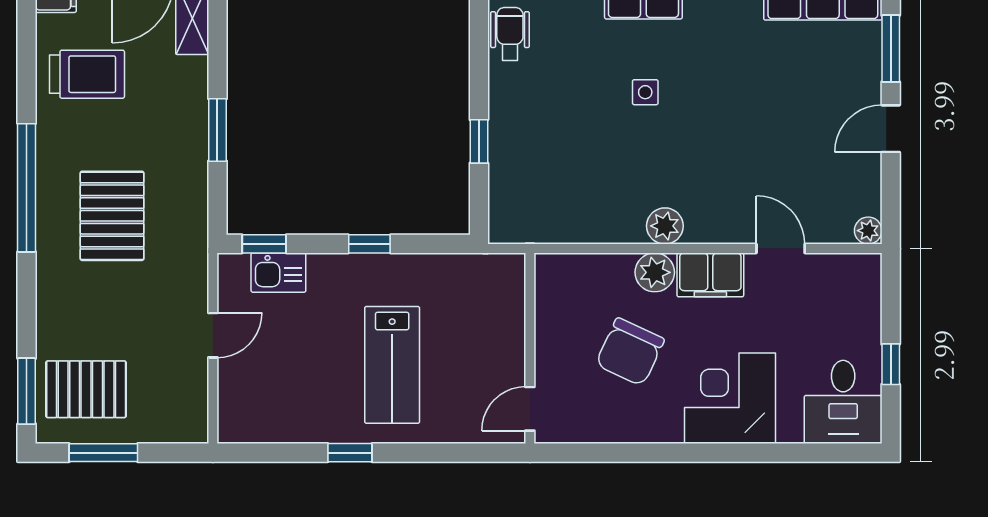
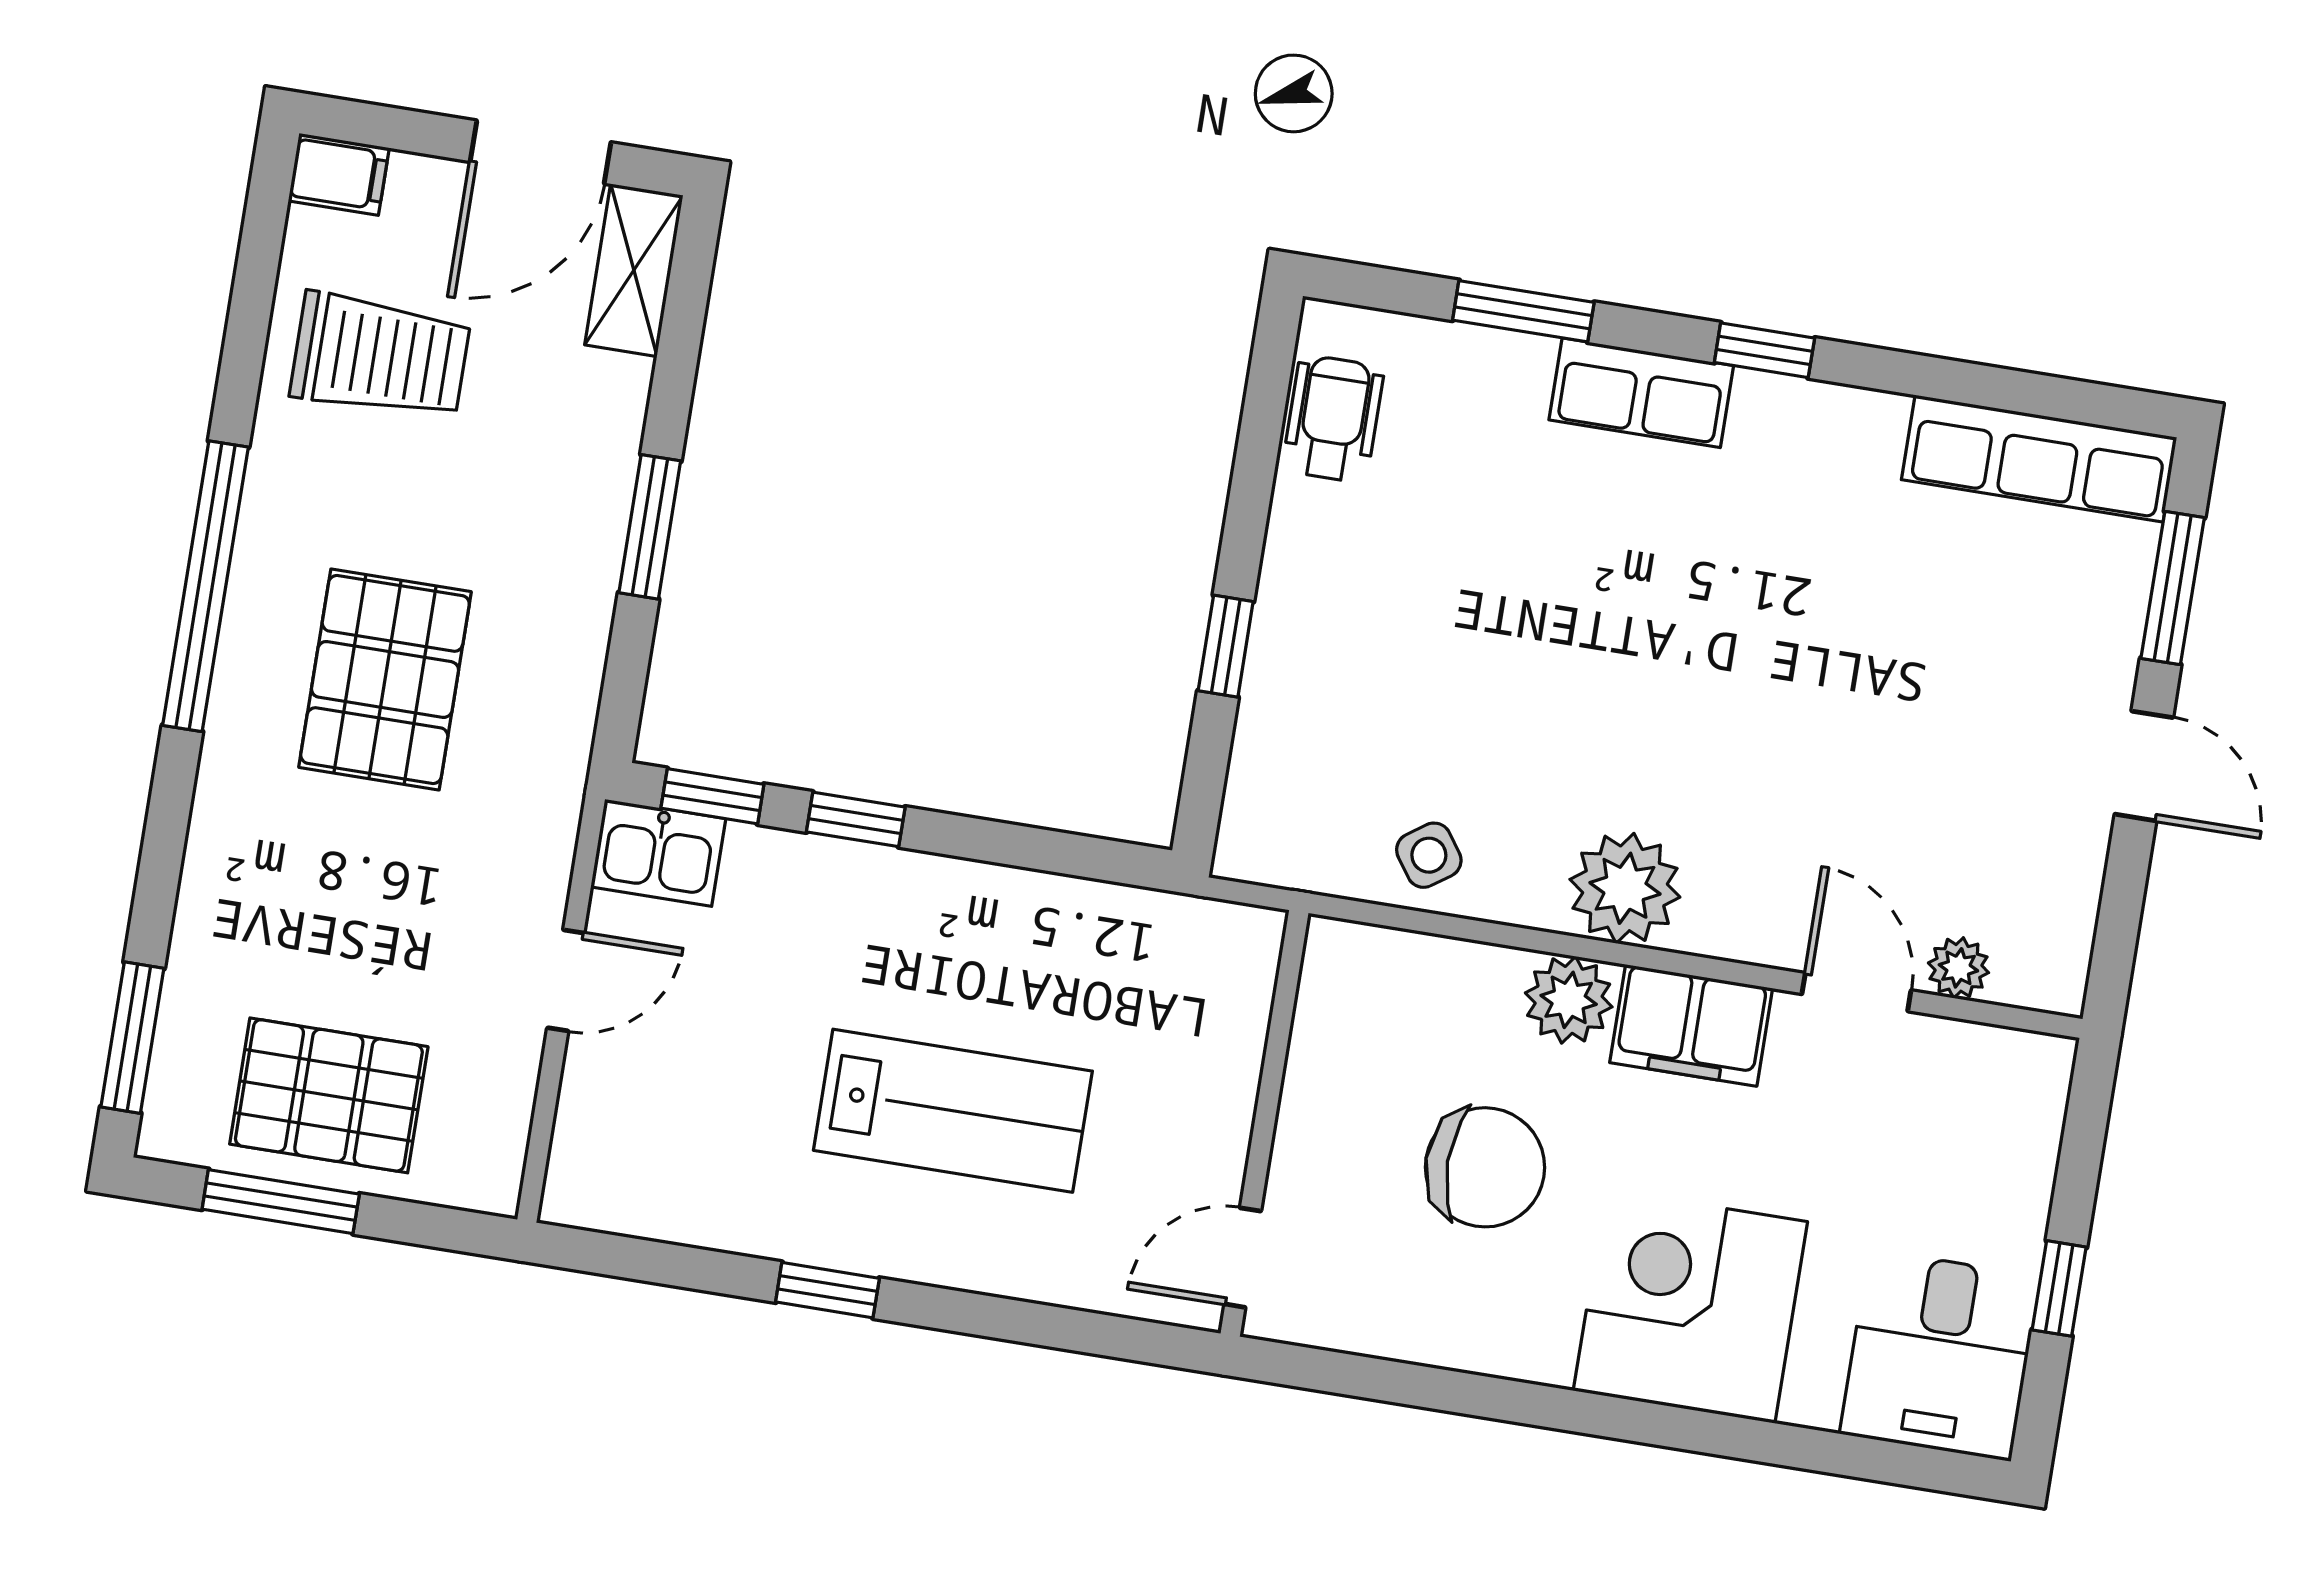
side table: (645, 92) -> (1429, 855), moved, turned -35
door: (891, 129) -> (2144, 766), swing flipped
plant: (665, 226) -> (1625, 888), width x1.36, depth x1.36
plant: (868, 231) -> (1958, 968), moved
window: (369, 244) -> (856, 819), moved
kitchen sink: (278, 273) -> (658, 853), moved
chair: (630, 352) -> (1485, 1167), turned -115
lab bench: (392, 365) -> (953, 1111), turned -90
pallet: (86, 389) -> (329, 1095), moved

